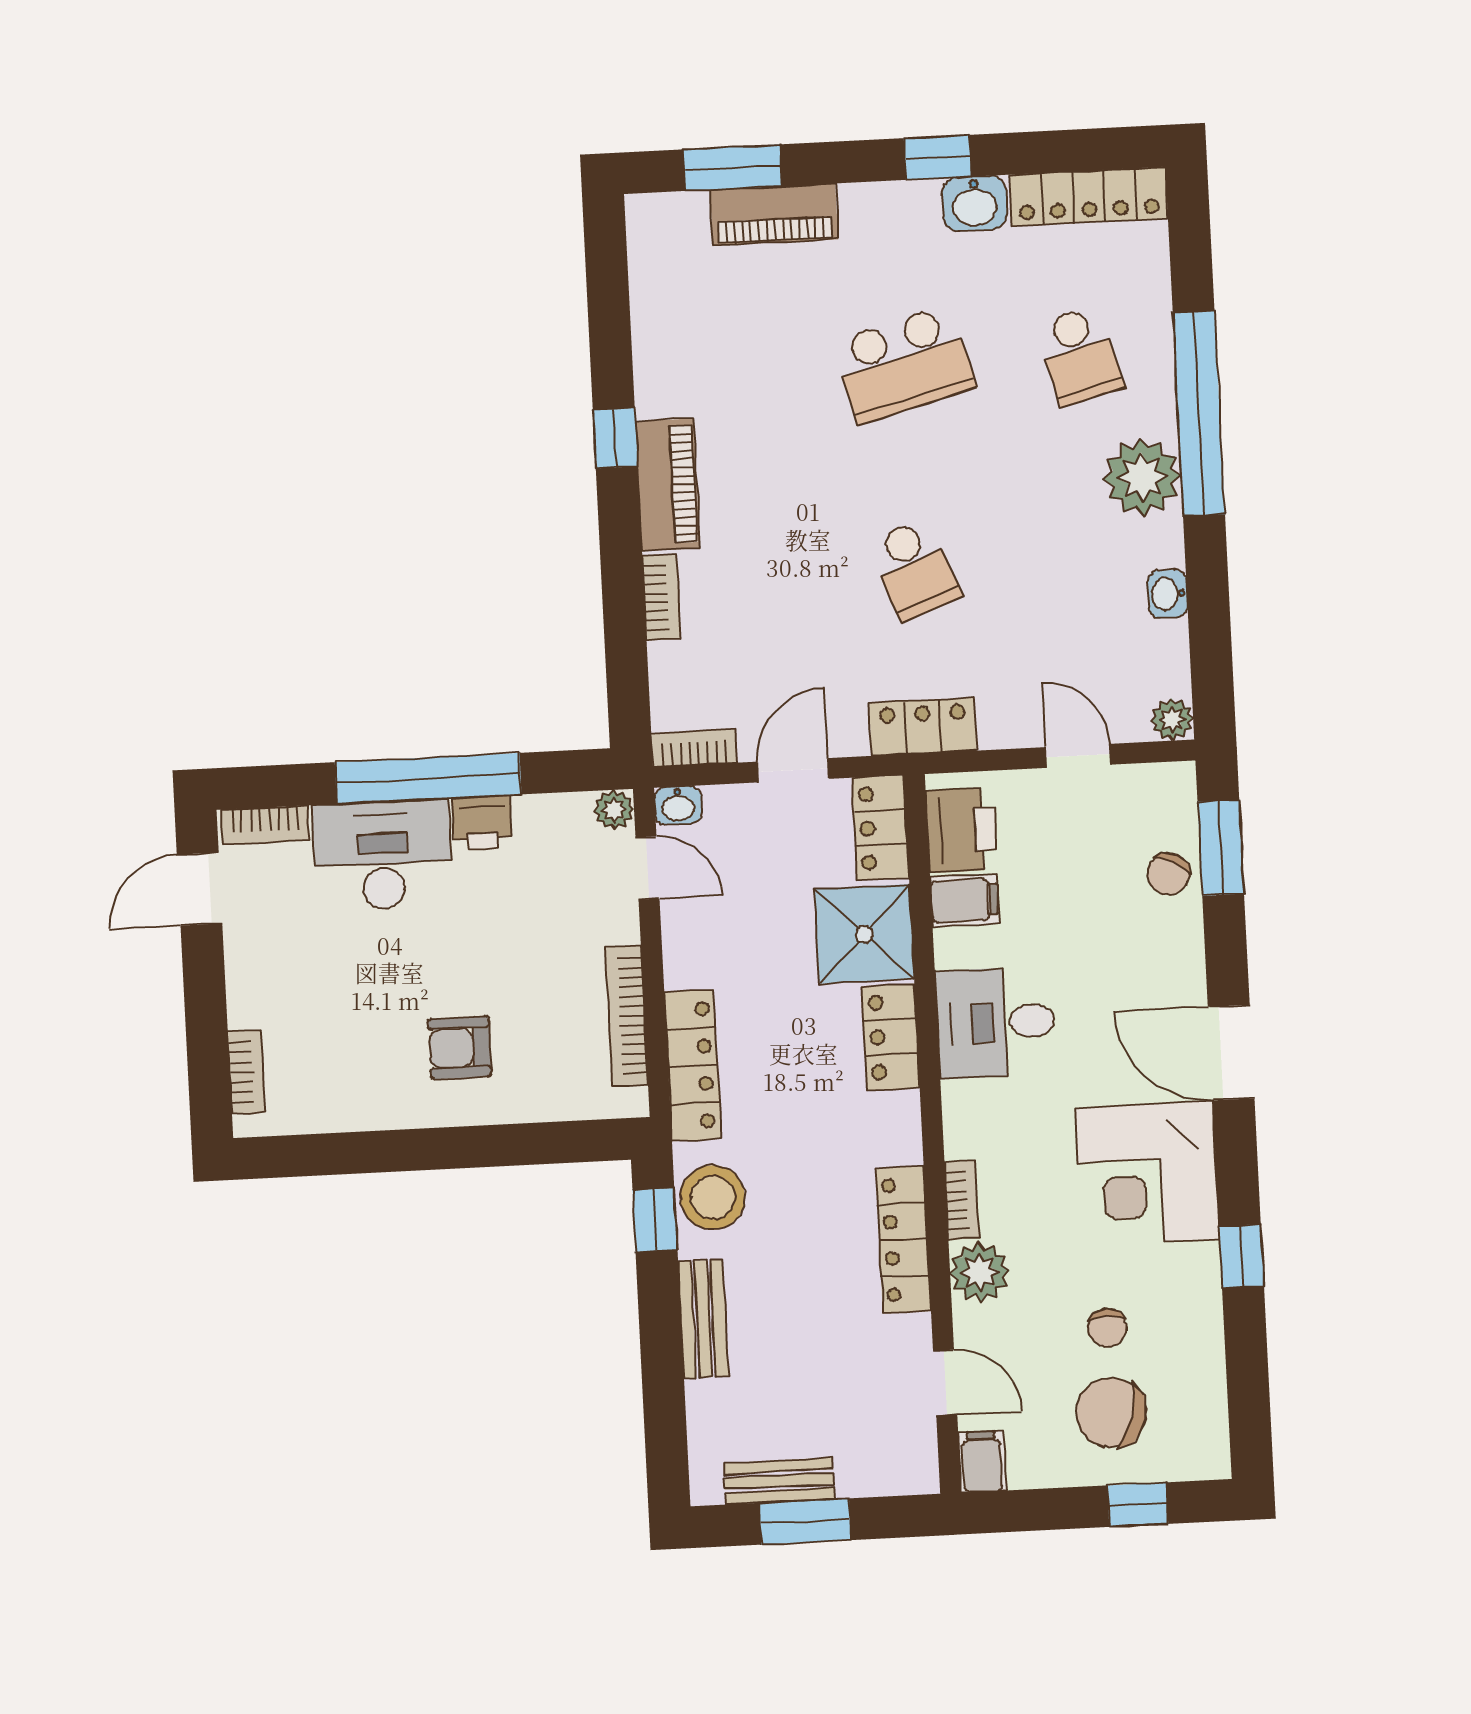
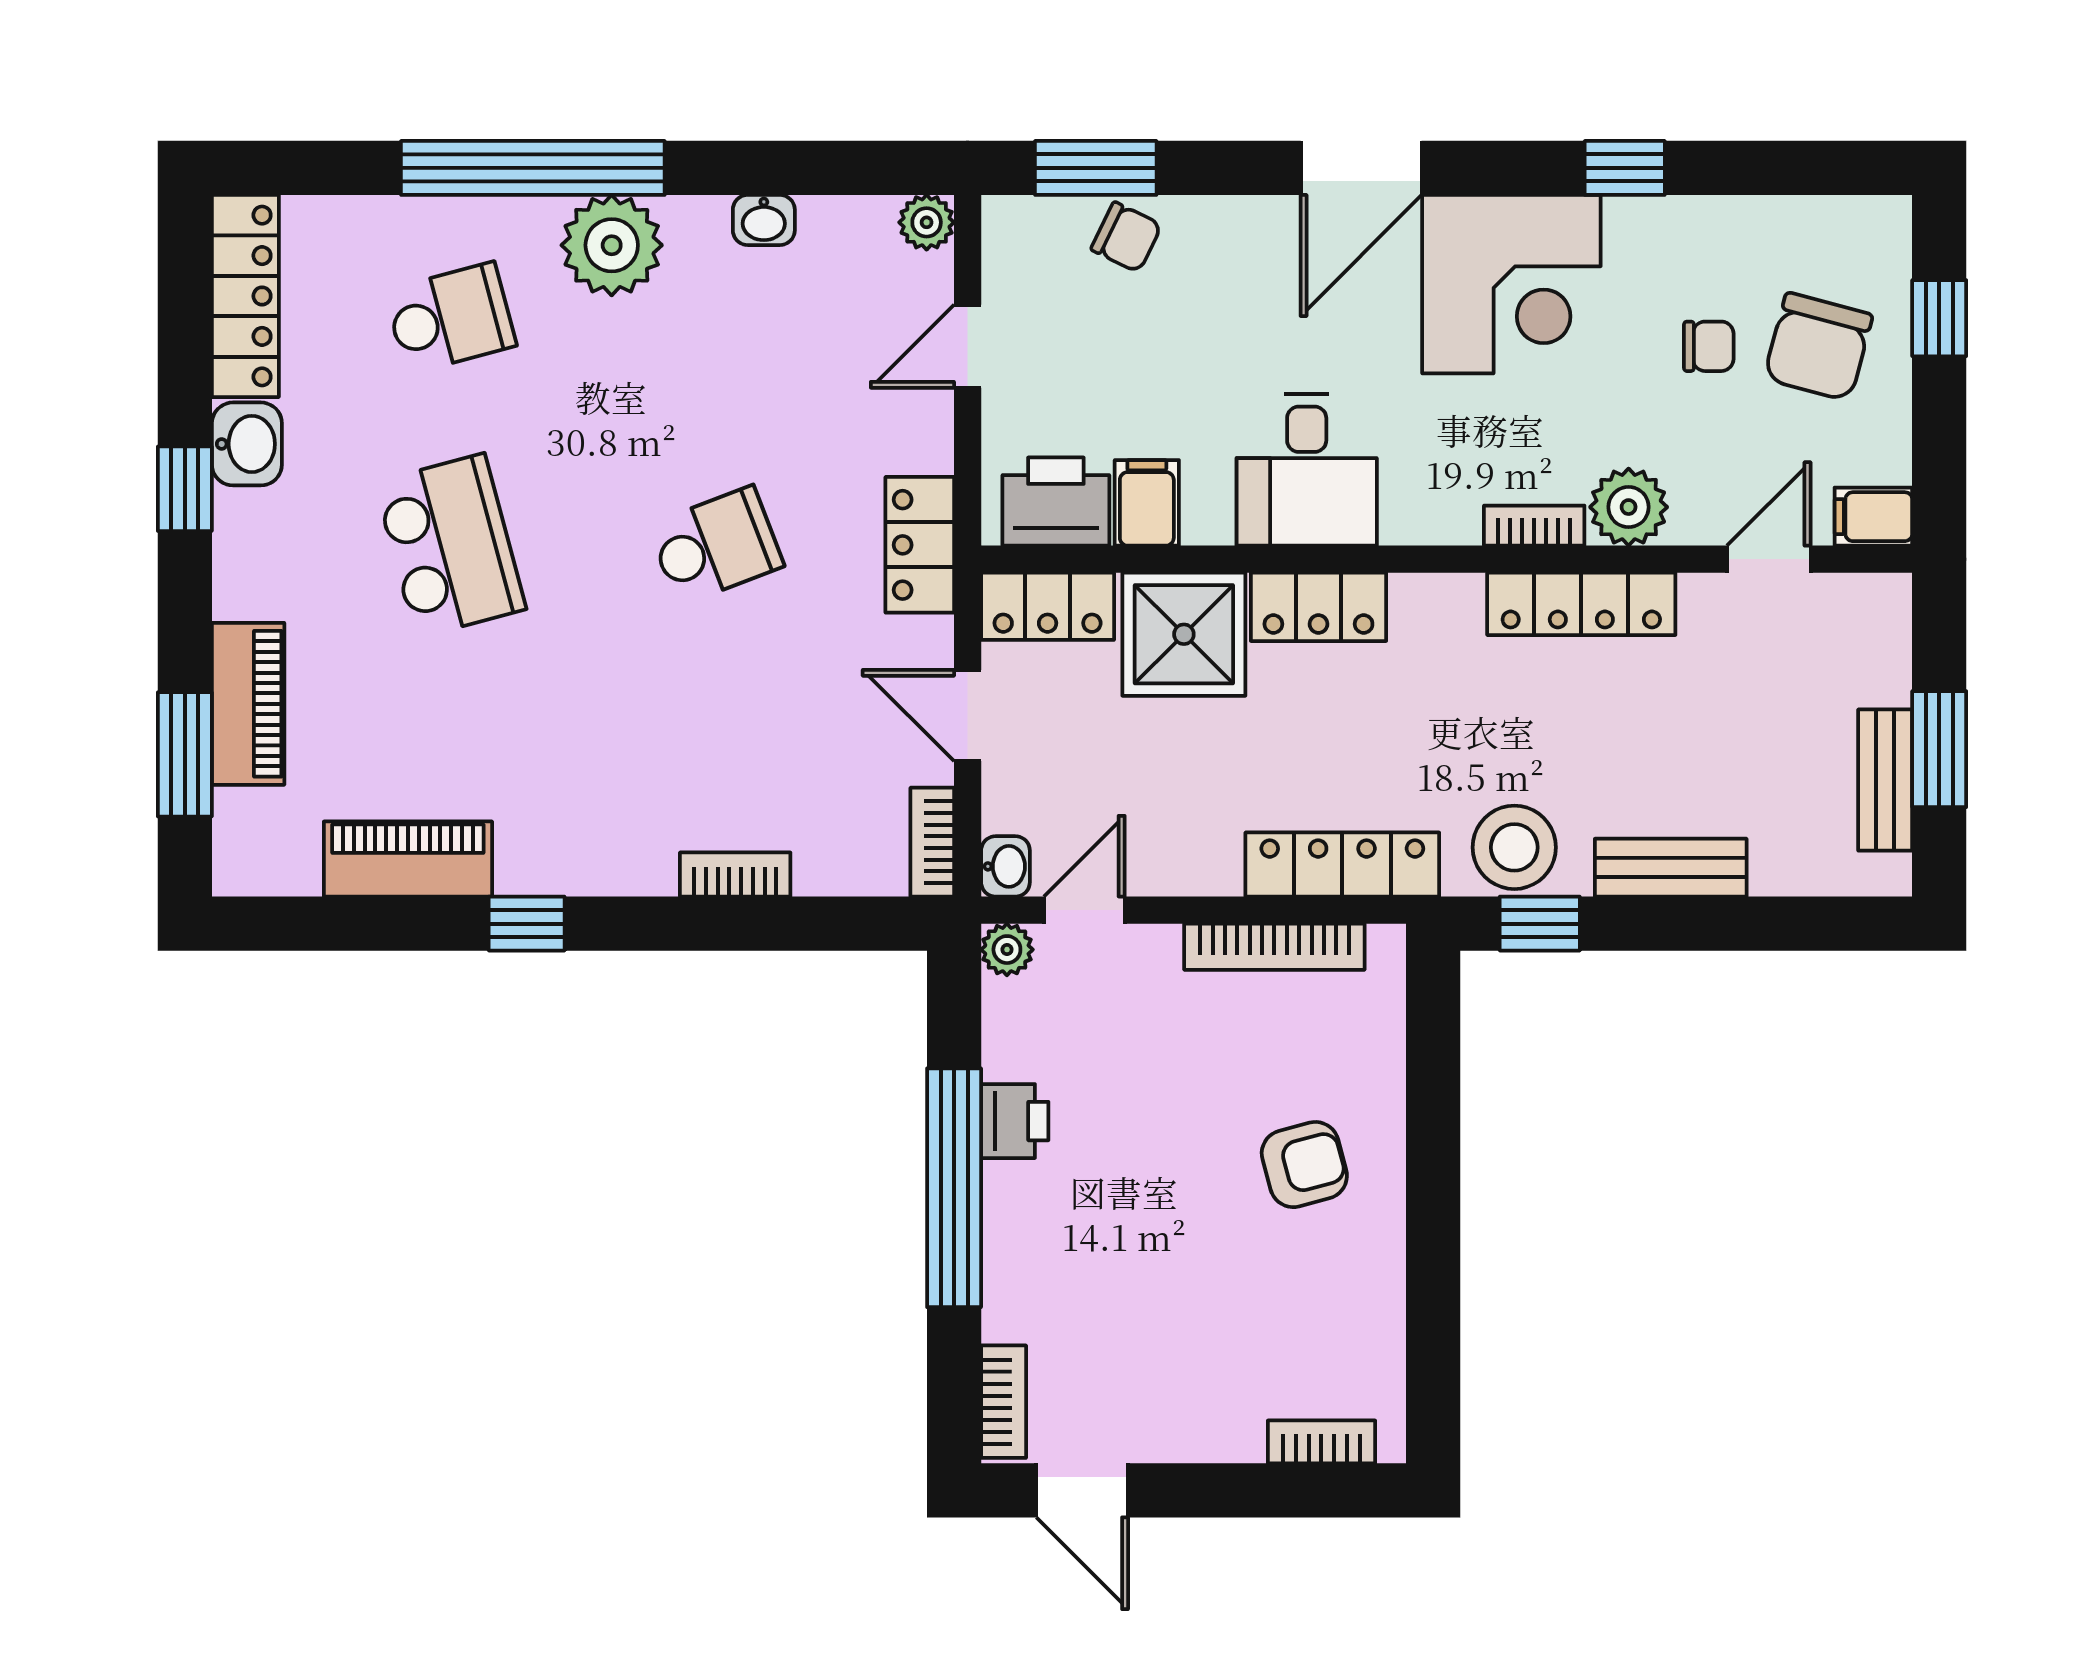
piano: (668, 485) -> (408, 859), moved
desk: (382, 855) -> (1050, 1252), removed
armchair: (460, 1048) -> (1304, 1165), turned -105

